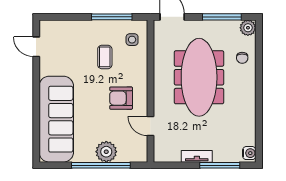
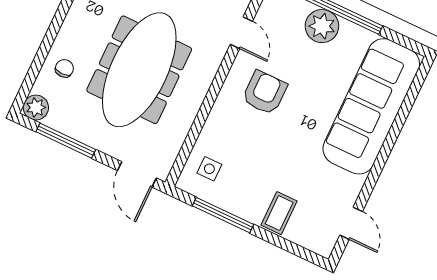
coffee table: (105, 57) -> (279, 213), moved
armchair: (121, 98) -> (265, 93), turned -90

